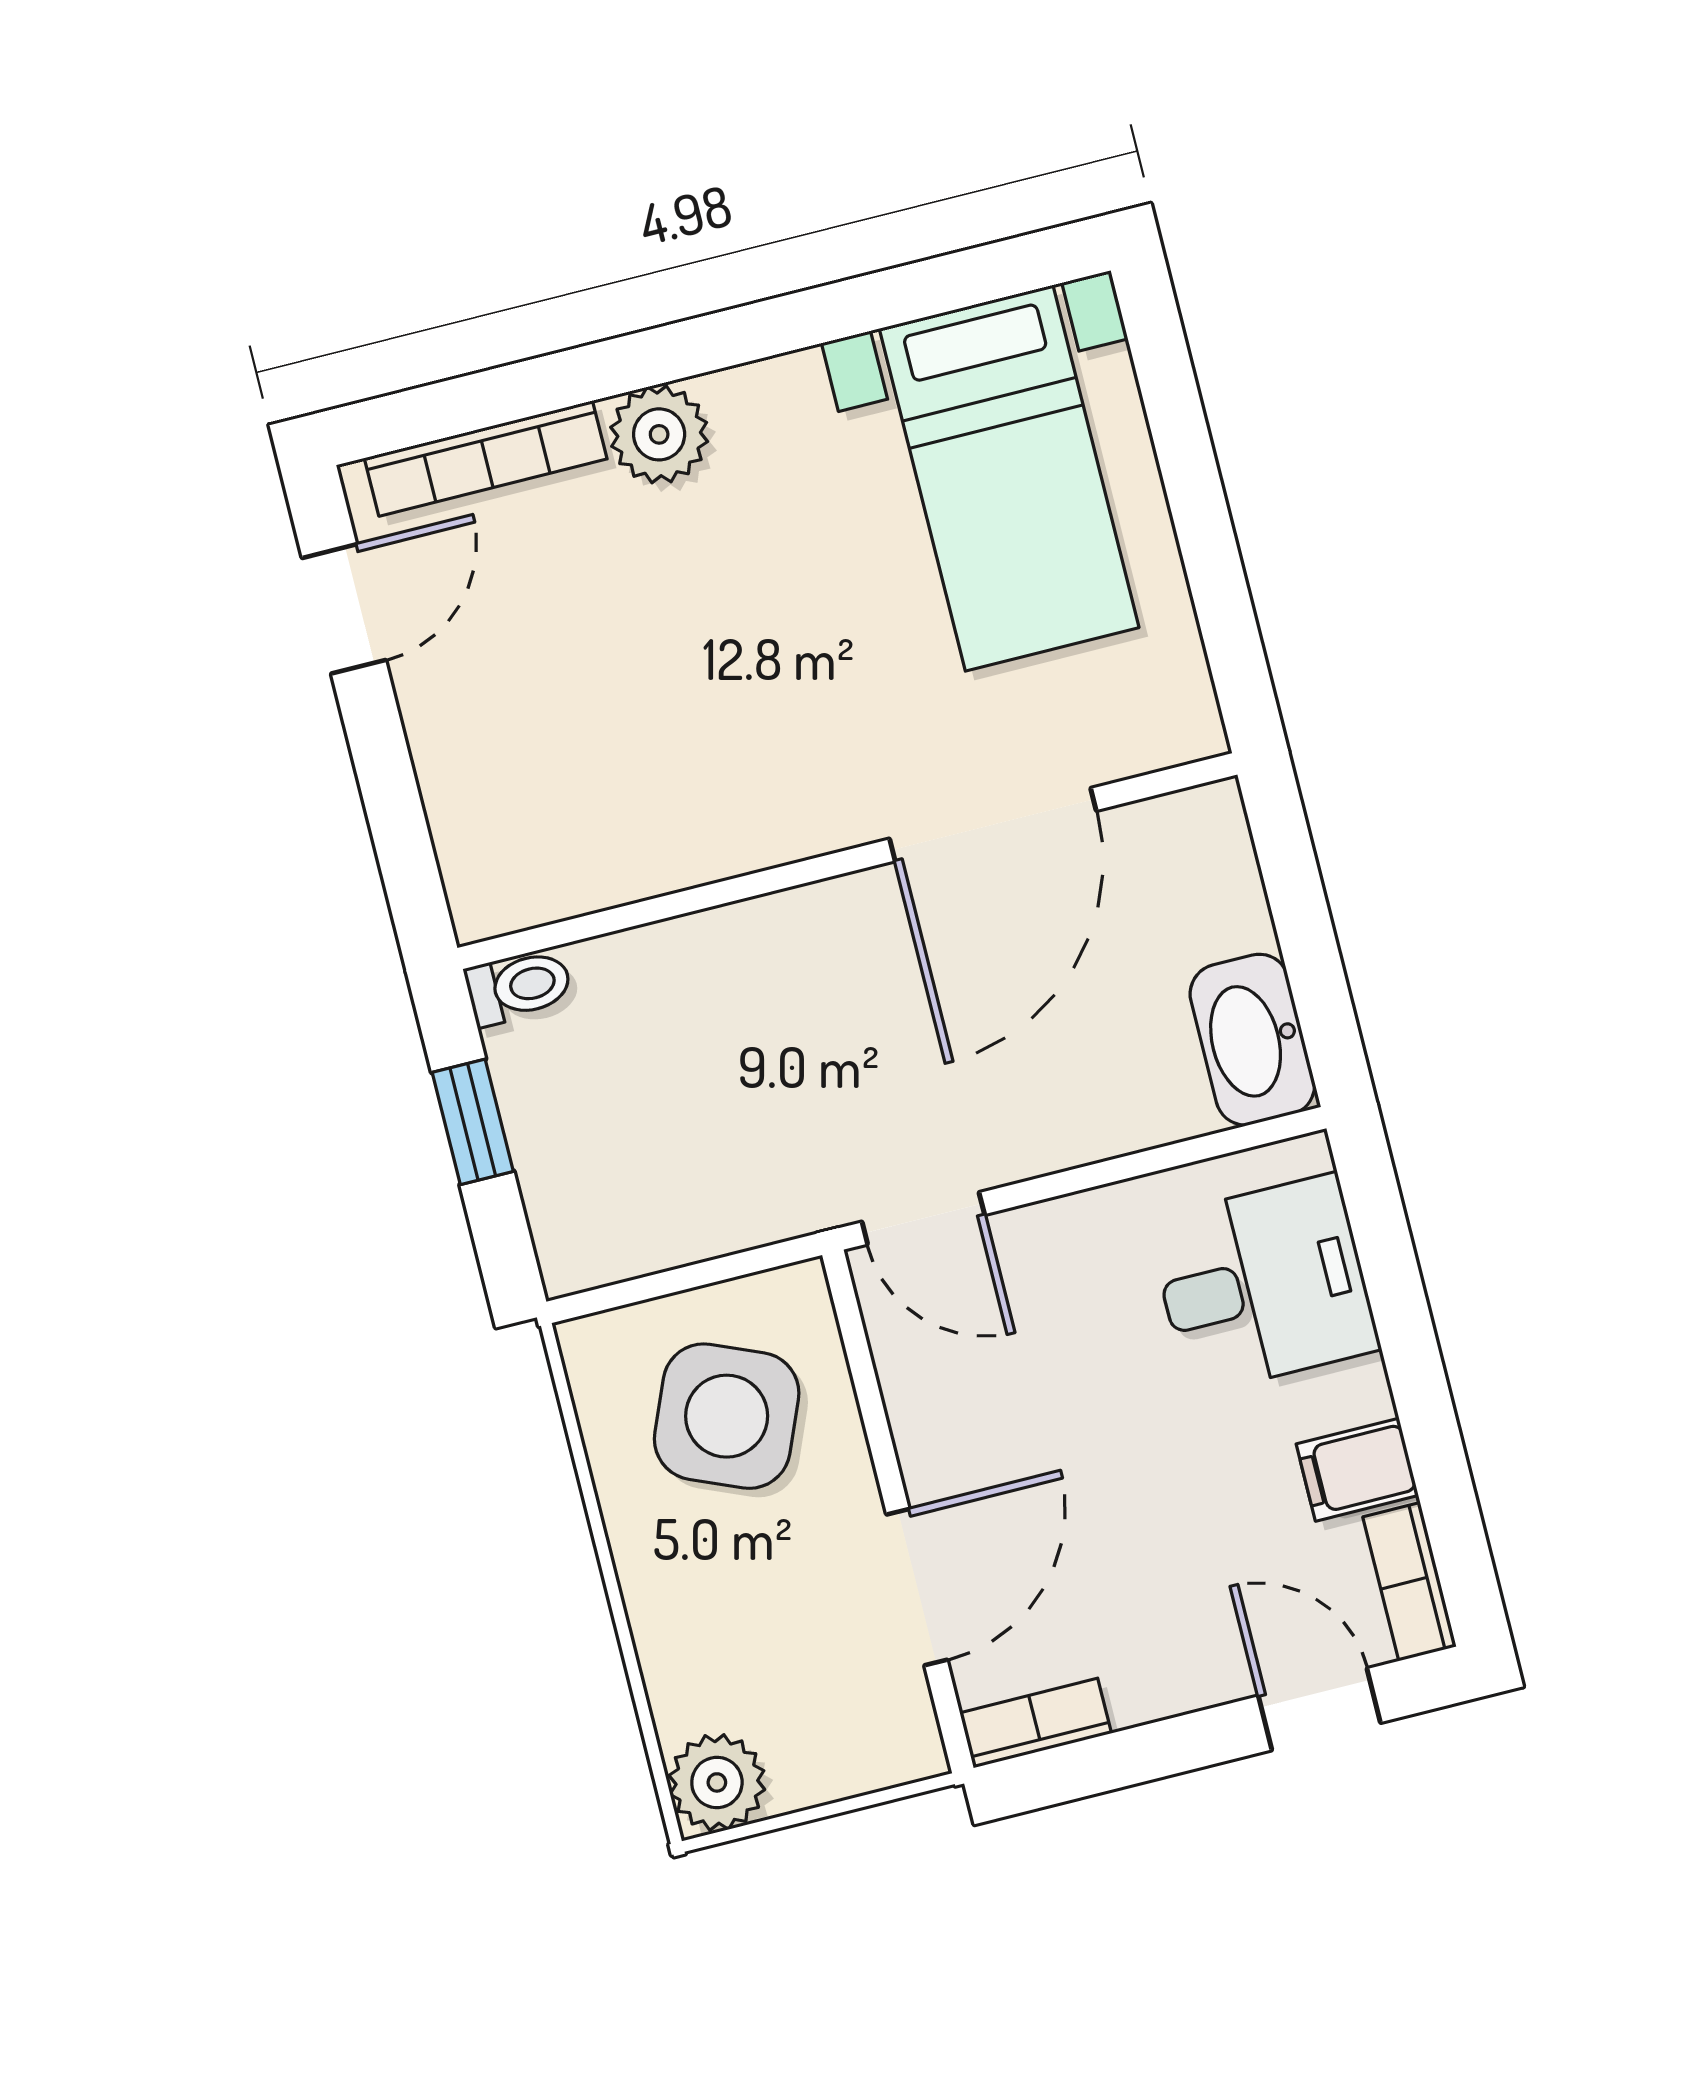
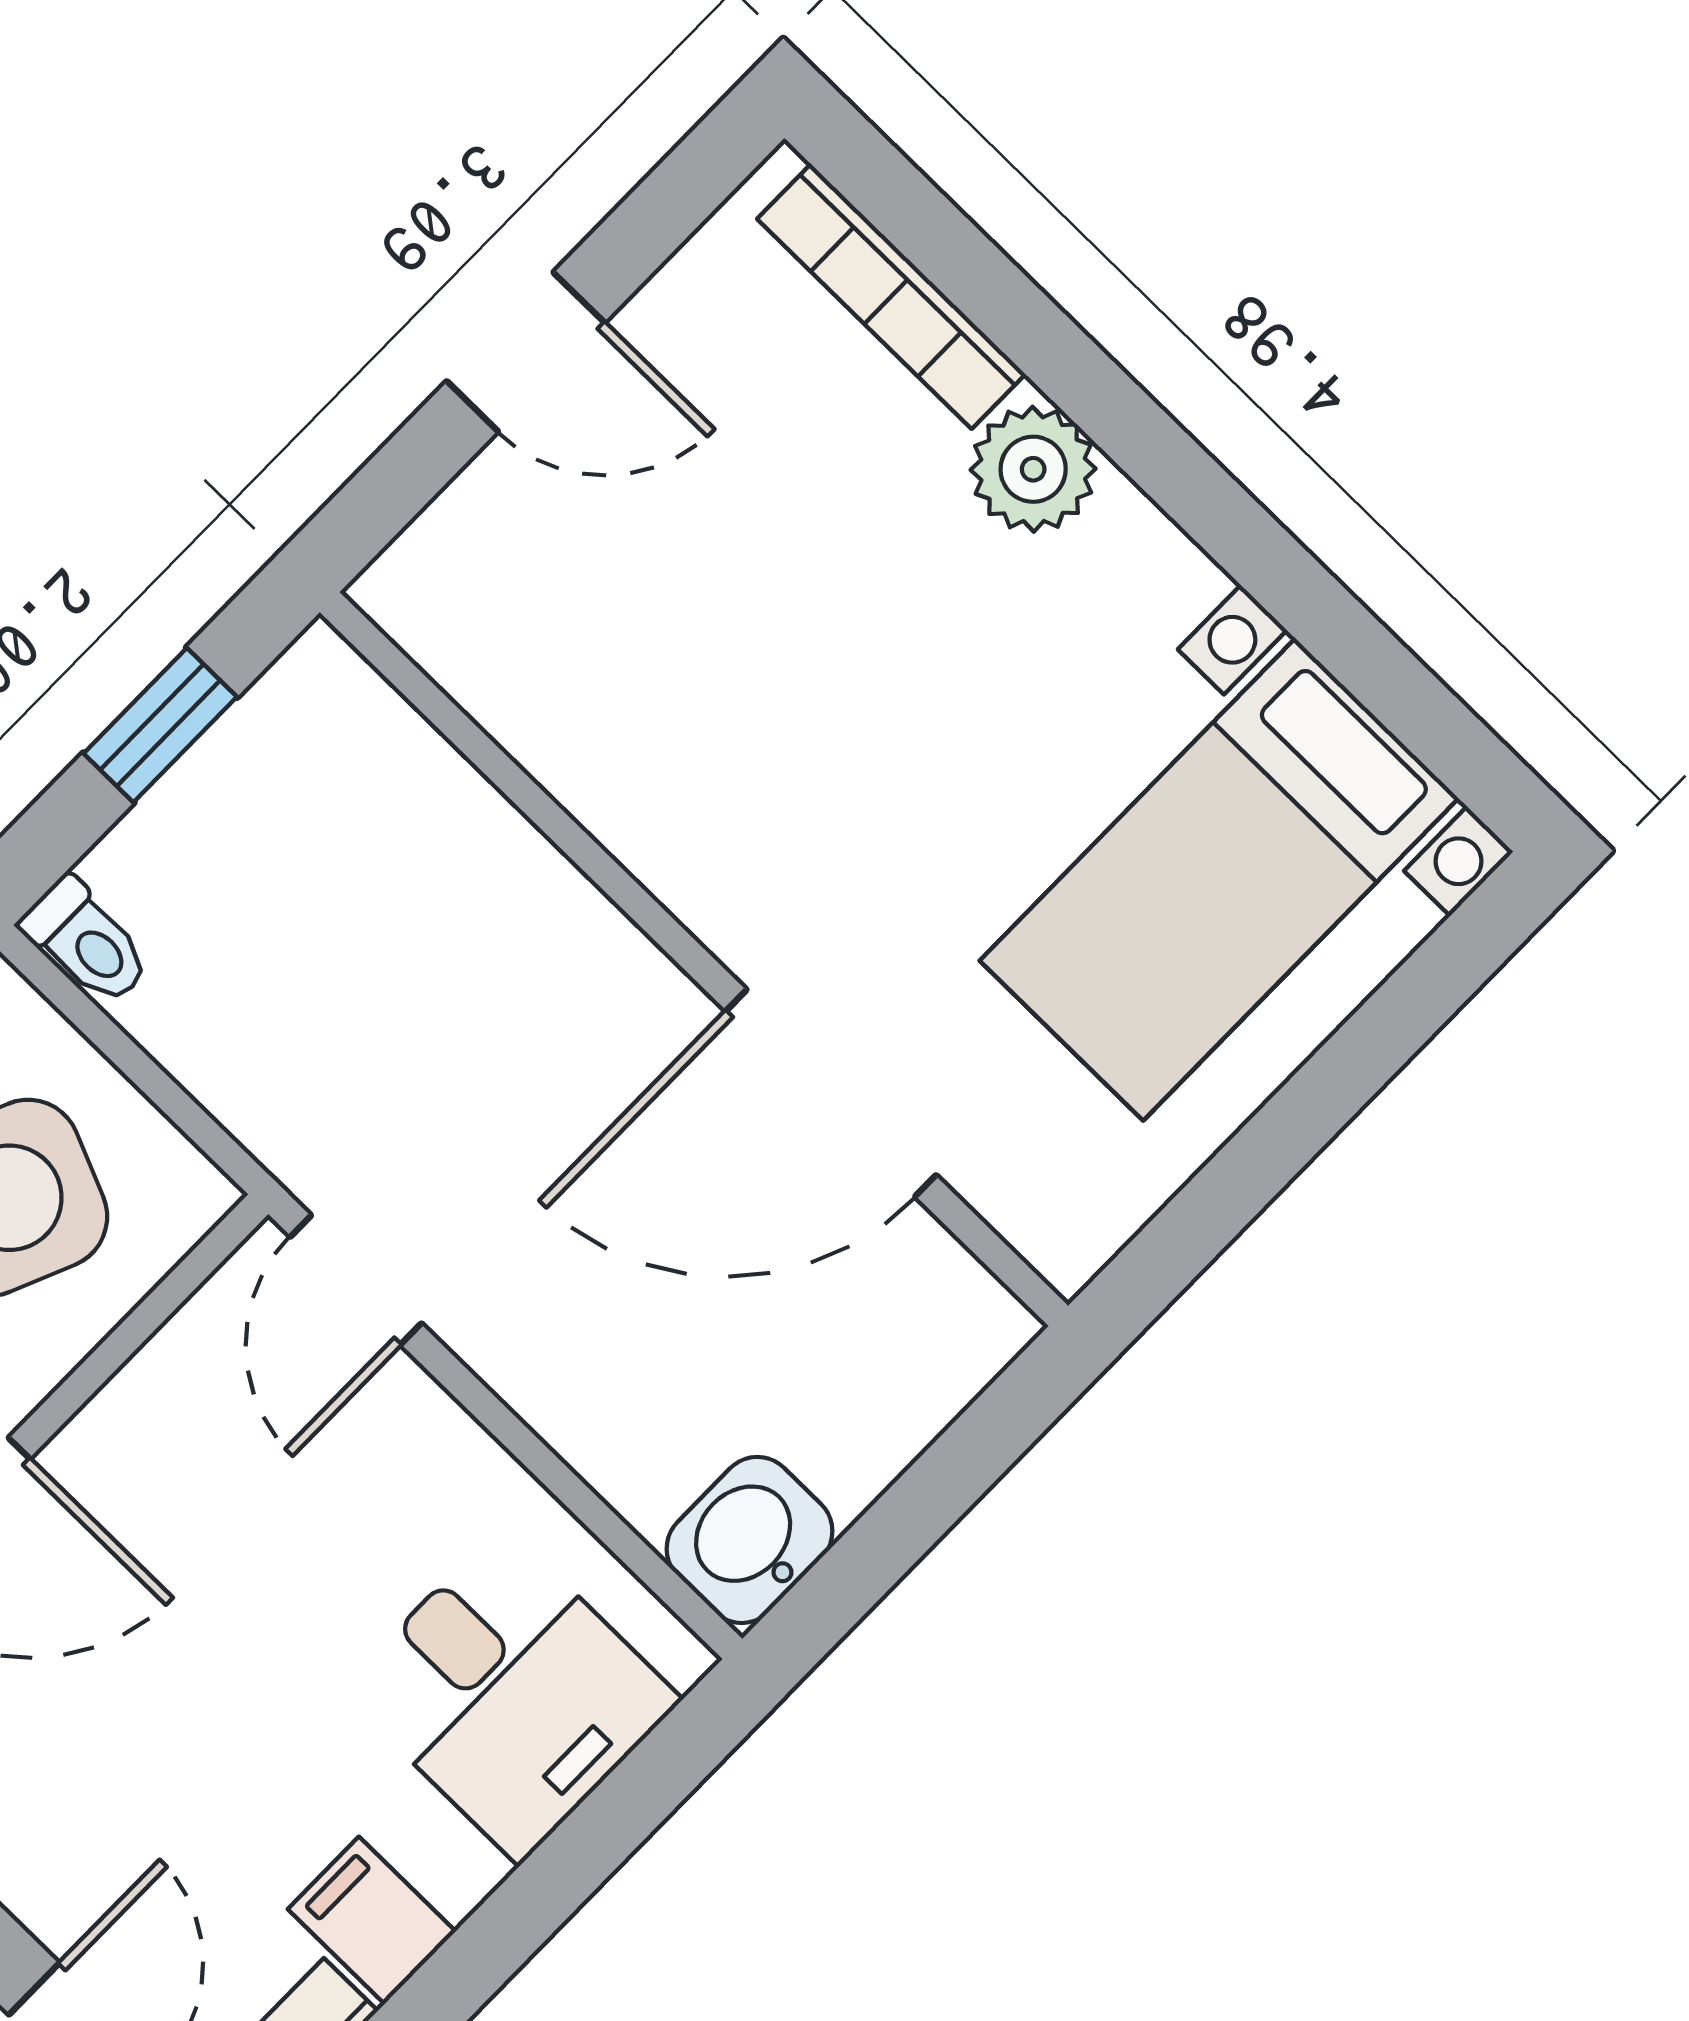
door: (344, 609) -> (526, 352), moved
toilet: (519, 987) -> (87, 942), moved
washbasin: (1252, 1040) -> (750, 1540), width x0.72

